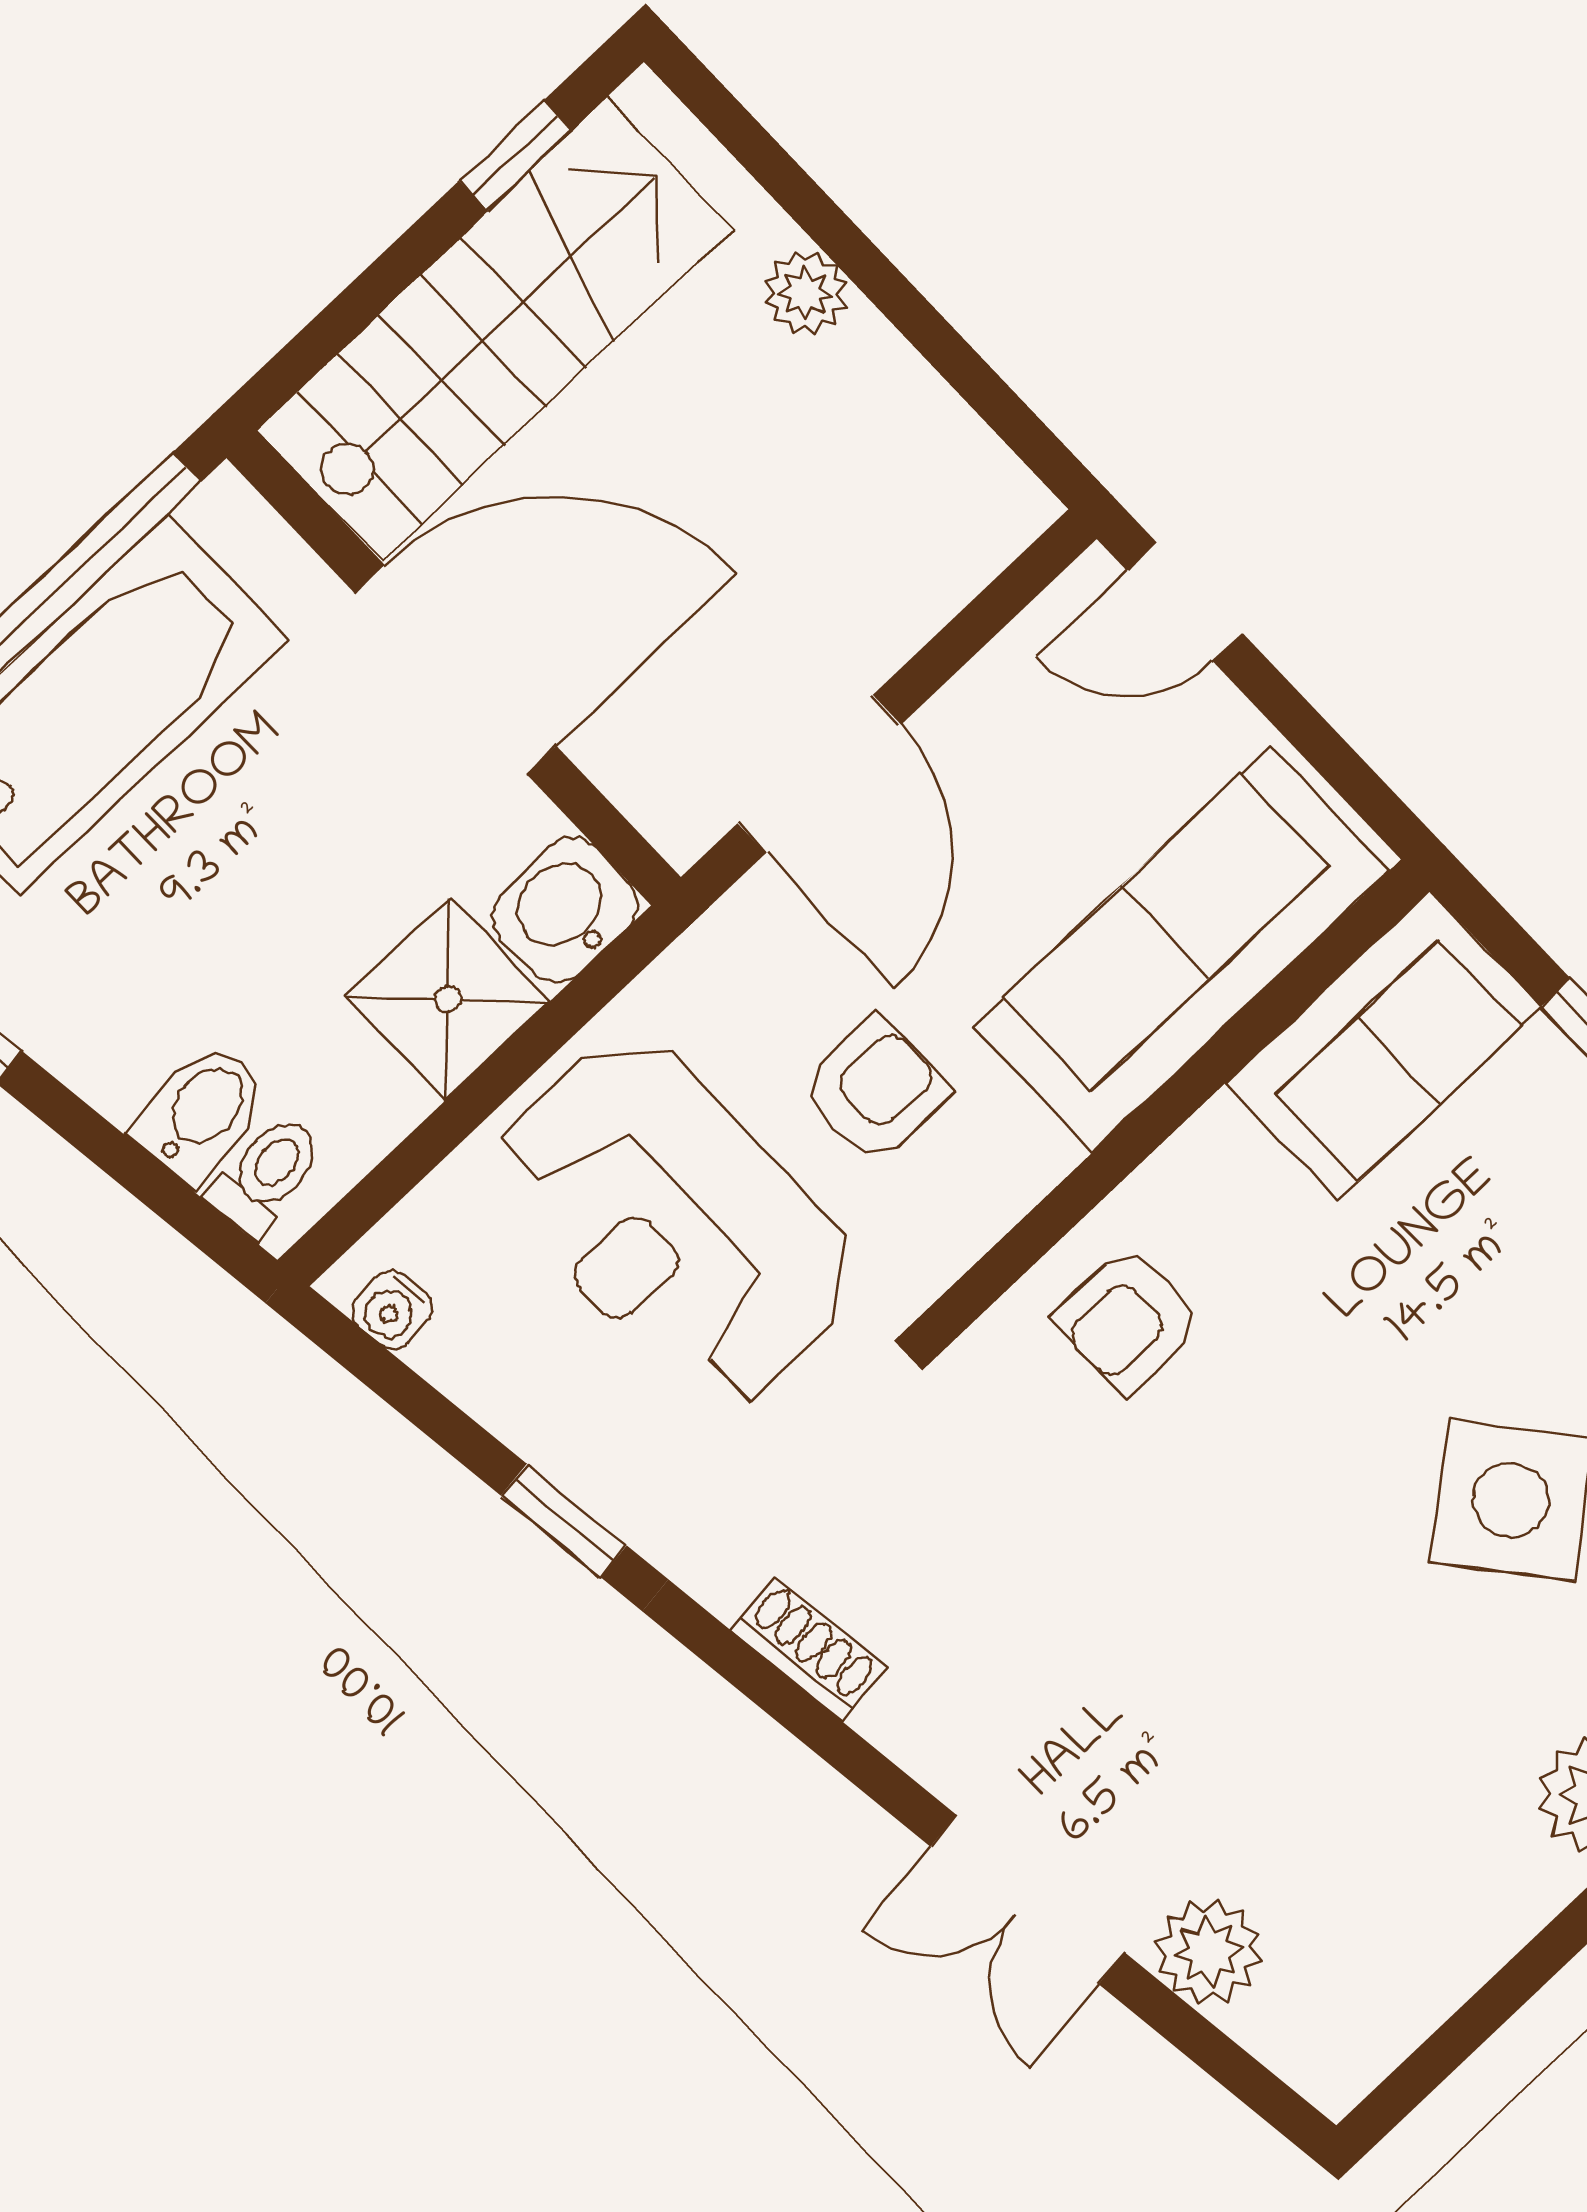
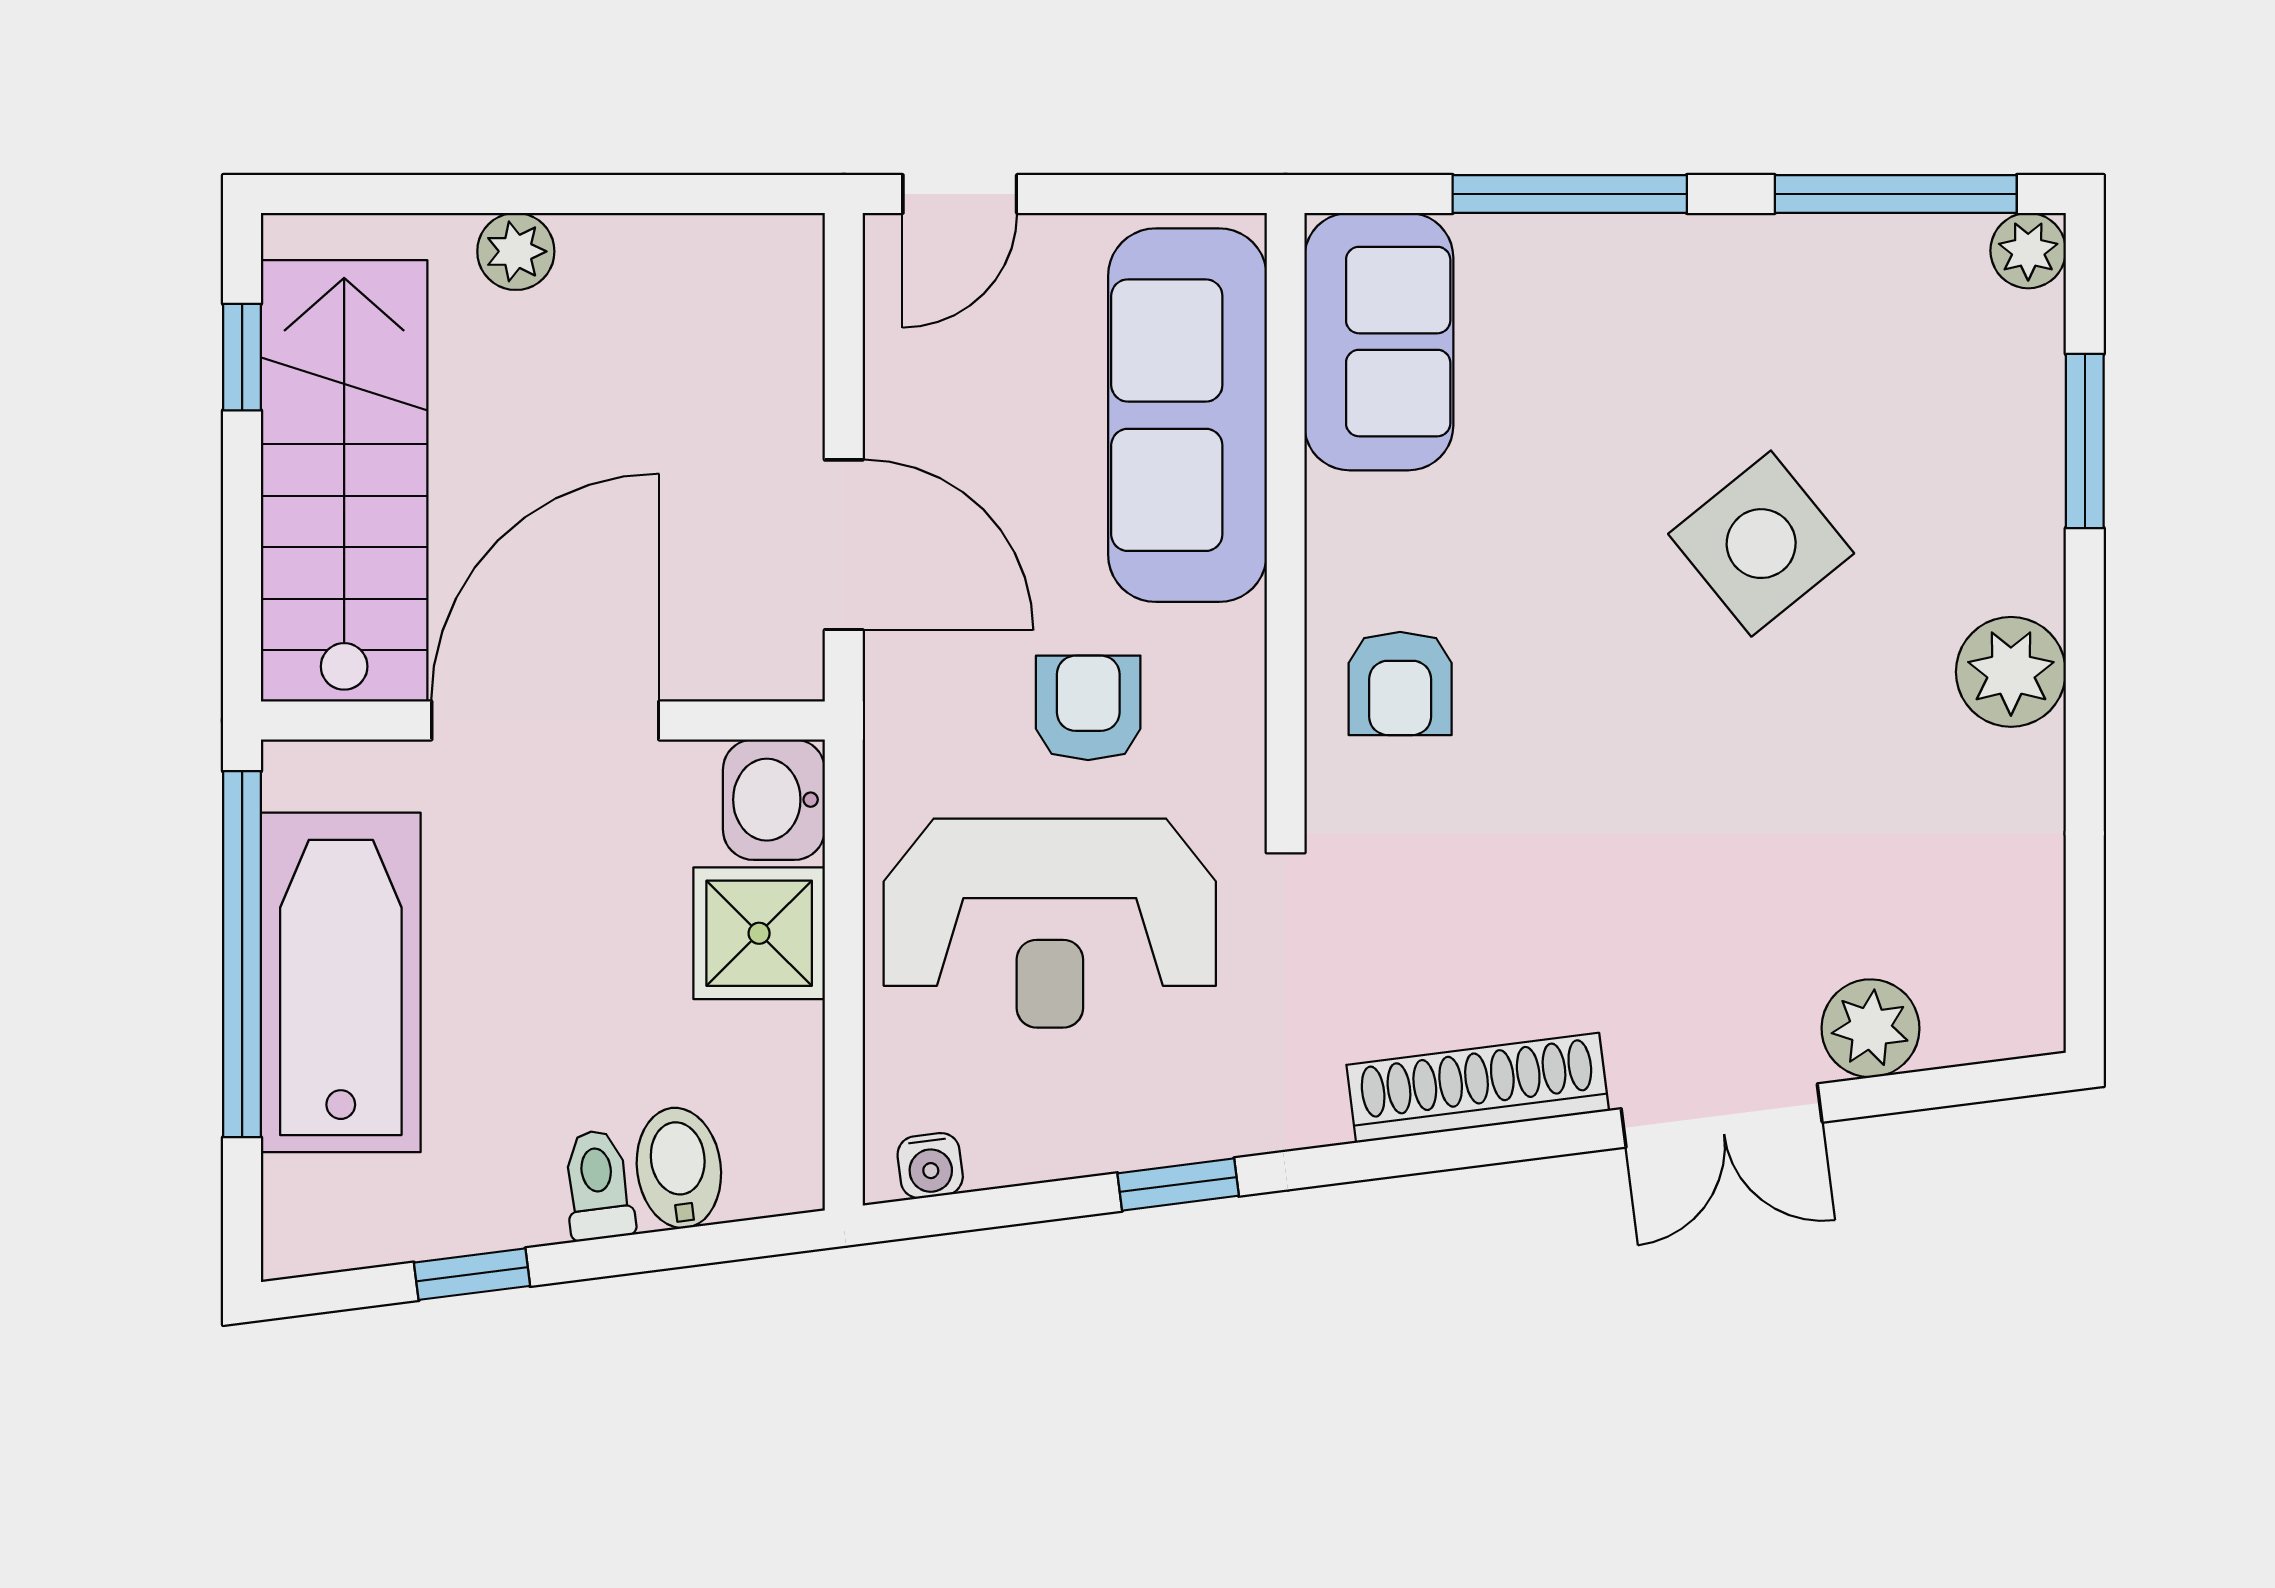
toilet: (266, 1175) -> (598, 1185), moved
shoe rack: (808, 1649) -> (1478, 1088), width x1.94, depth x1.24

